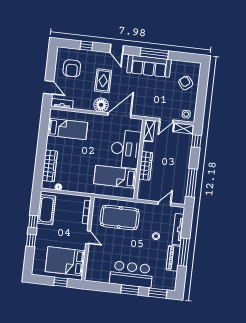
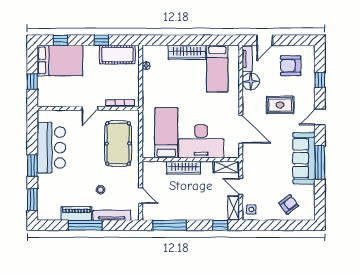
floor lamp: (101, 105) -> (251, 81), moved
wardrobe: (50, 166) -> (187, 52), moved
window: (31, 240) -> (61, 40), moved
bed: (65, 261) -> (60, 60), moved, turned 90
bar counter: (131, 274) -> (51, 148), moved

